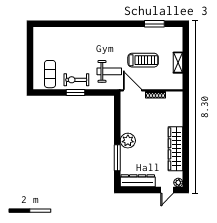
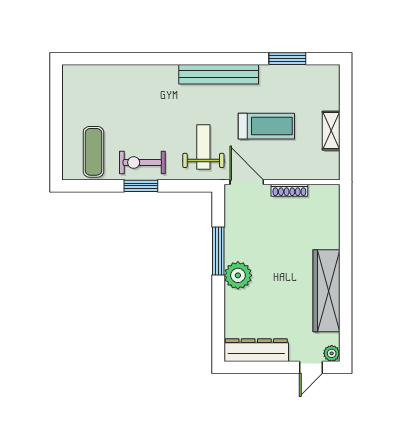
bench: (117, 32) -> (219, 74), added
weight bench: (109, 71) -> (203, 147), turned -90
window: (117, 158) -> (218, 251), moved

